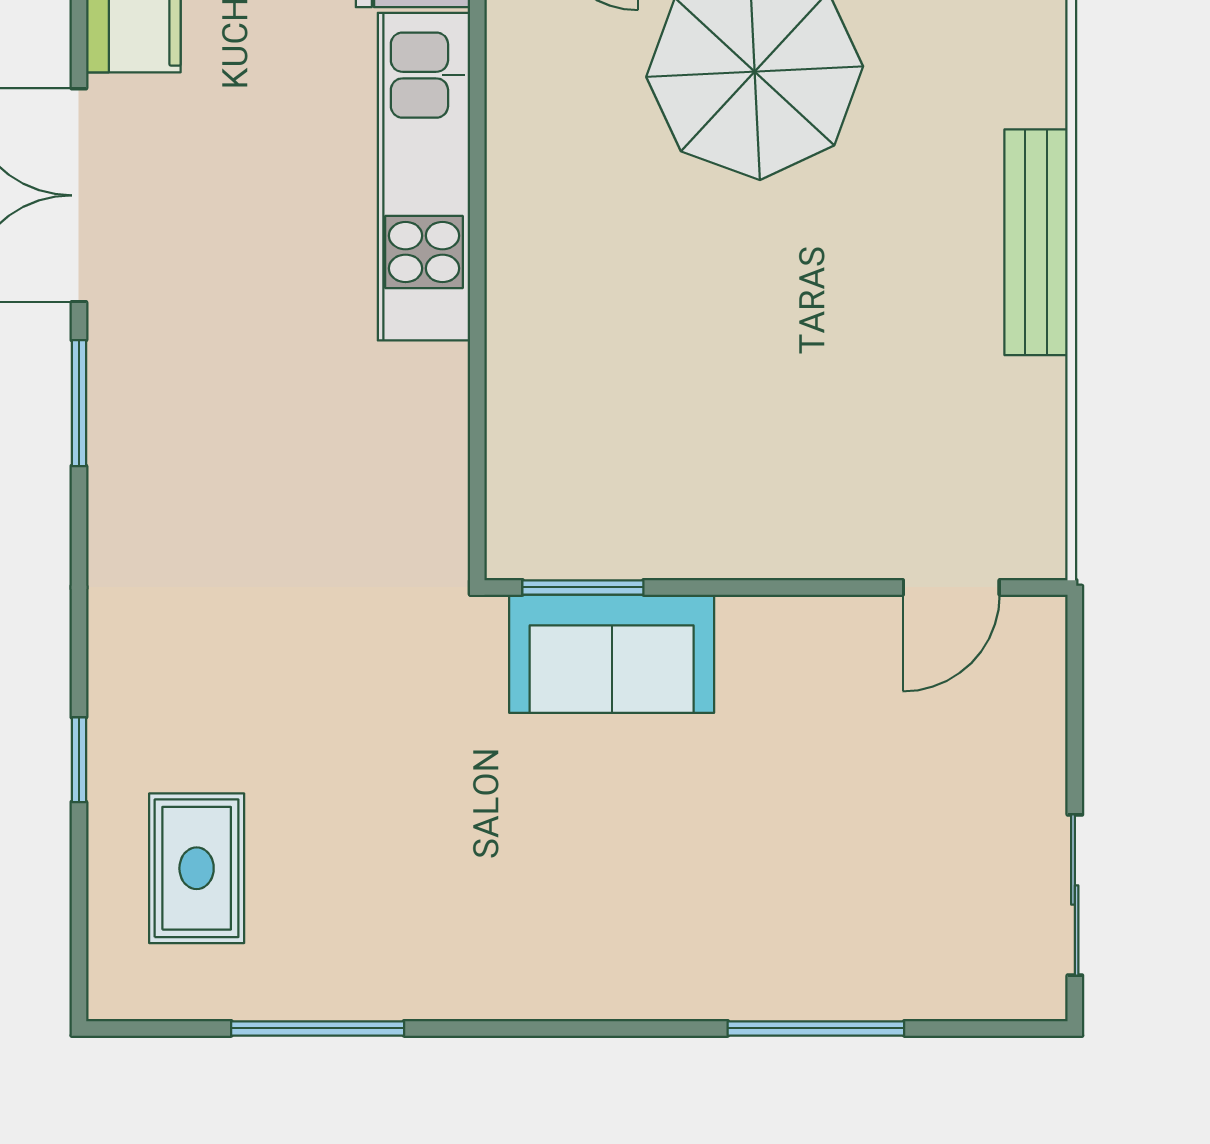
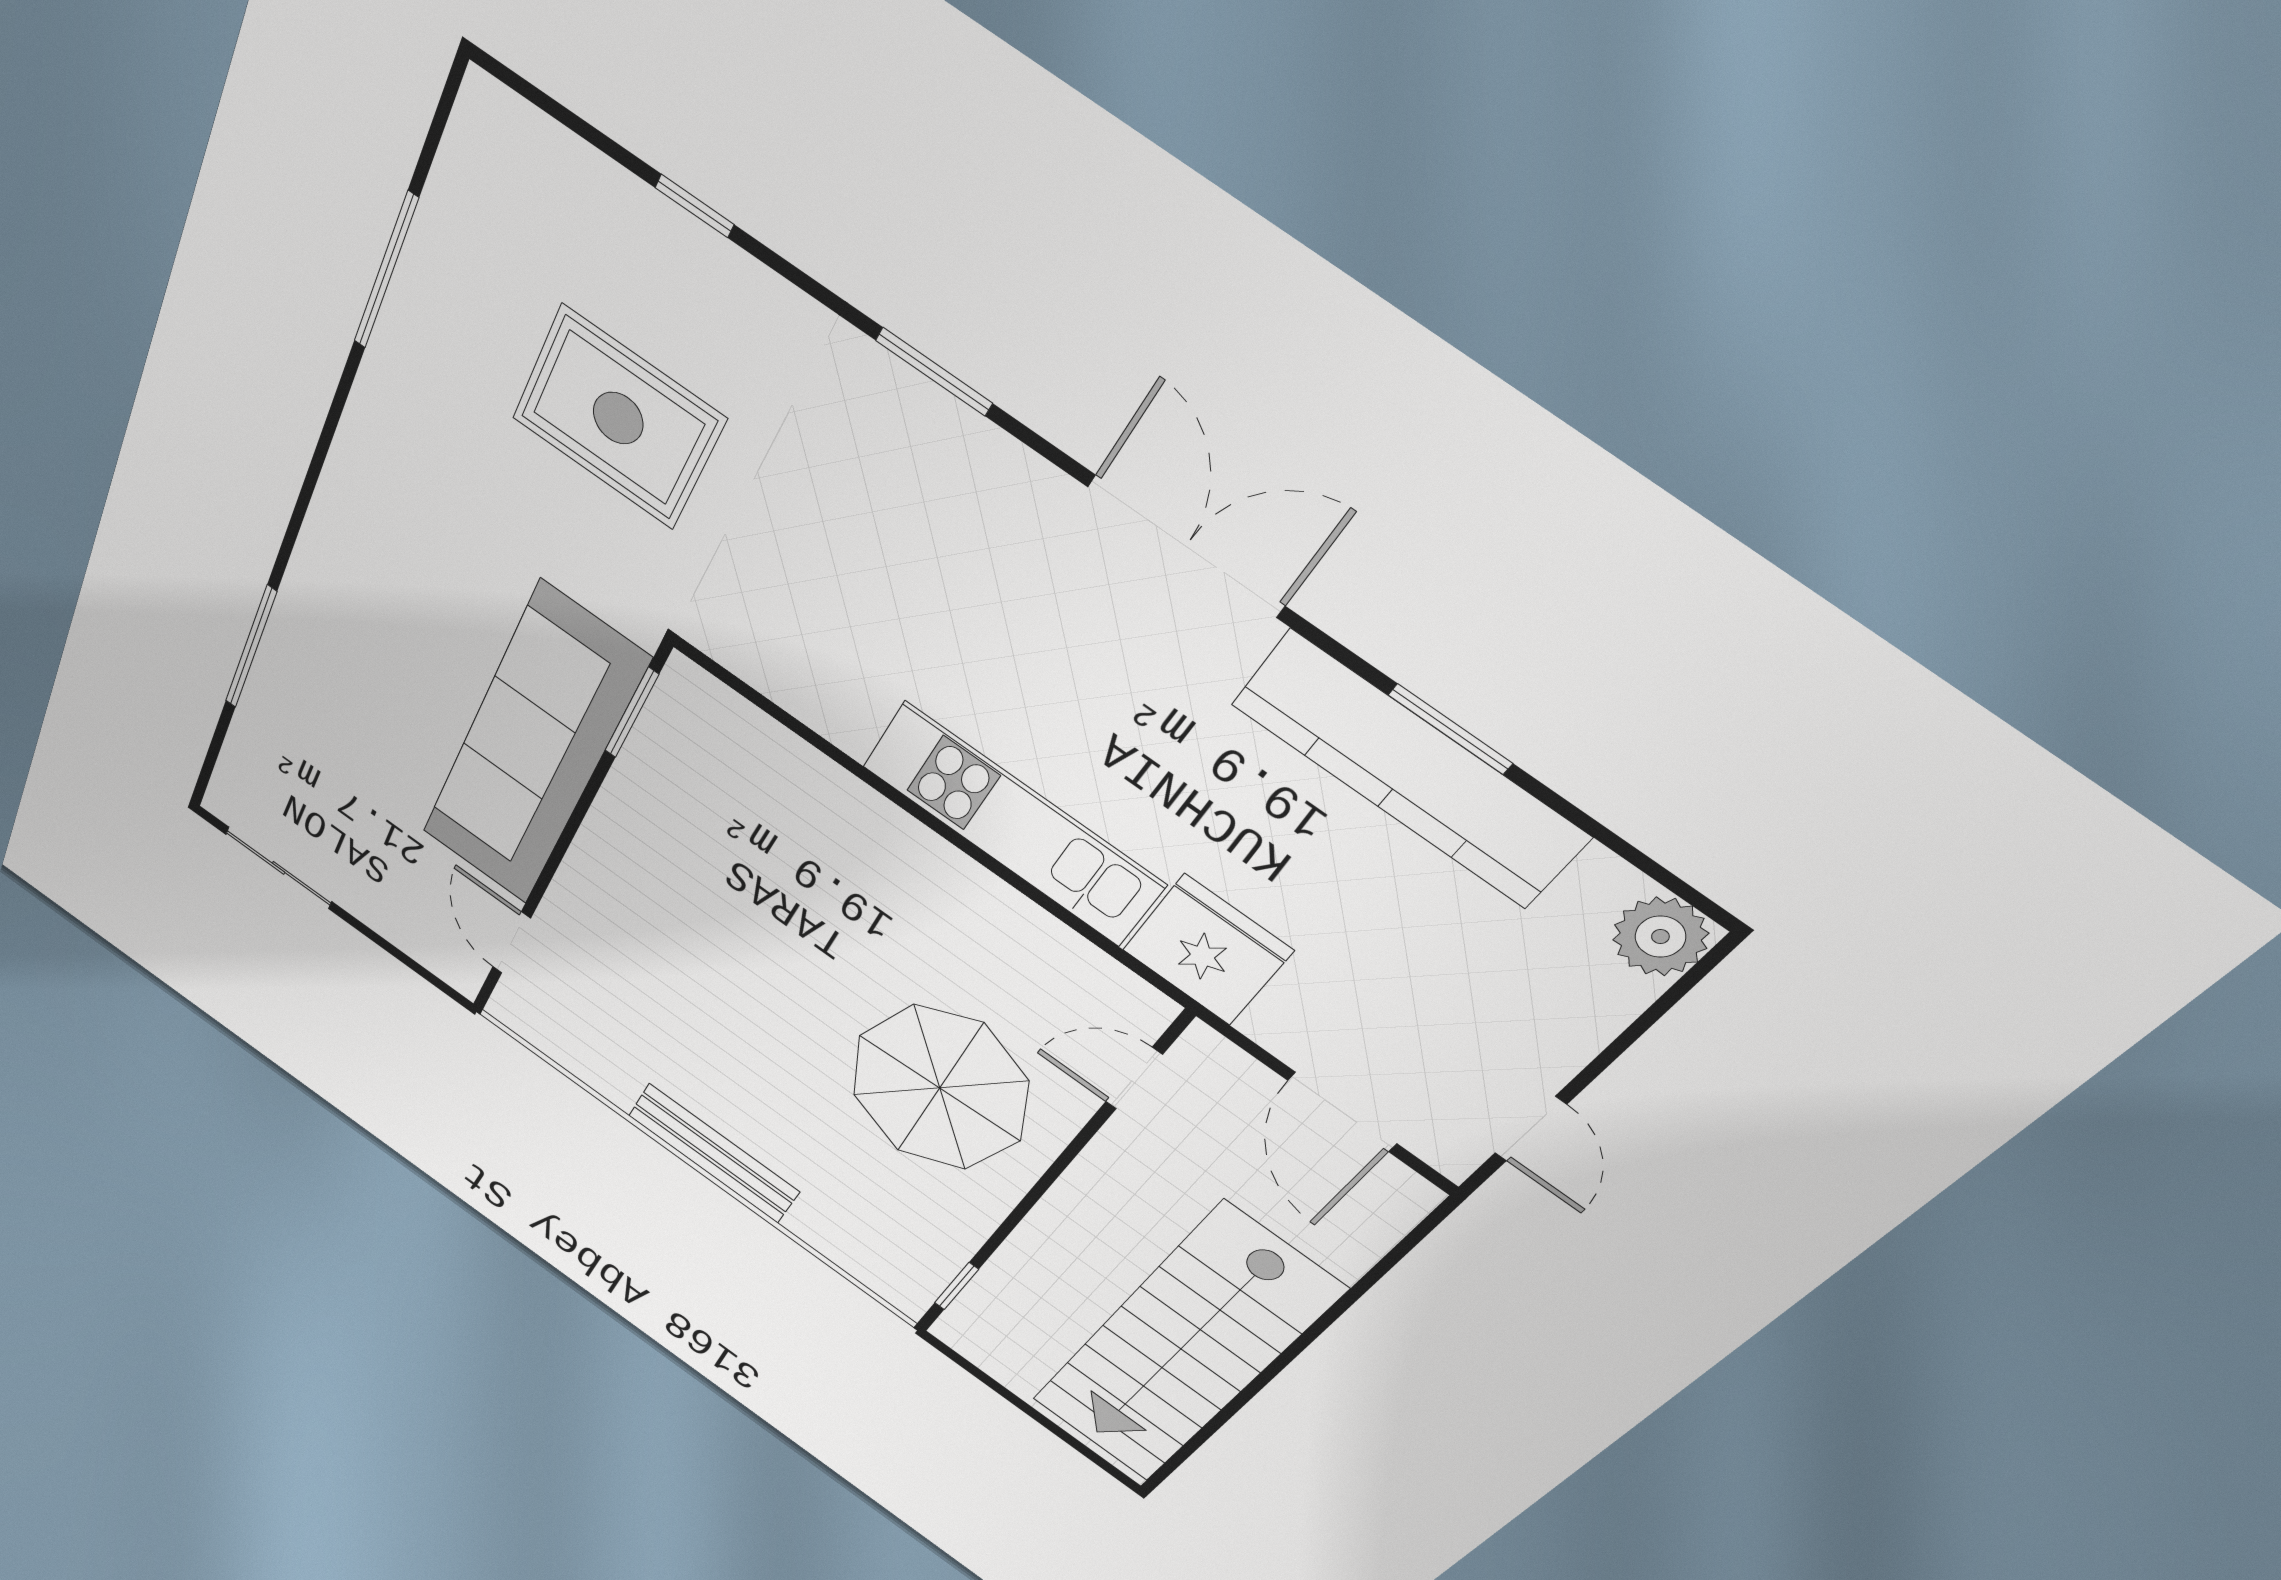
window: (79, 403) -> (934, 372), moved
sofa: (612, 654) -> (533, 748), width x1.85, depth x1.27
rug: (197, 868) -> (618, 418), moved, width x1.36, depth x1.43

